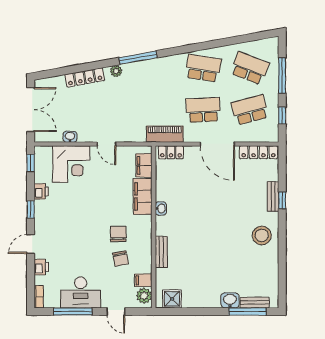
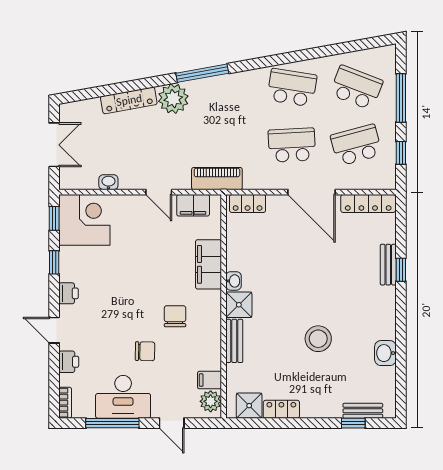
plant: (116, 71) -> (173, 99), width x1.87, depth x1.87
double door: (31, 110) -> (54, 145), width x0.73
piano: (165, 134) -> (217, 179), moved
corner desk: (71, 164) -> (84, 220), moved, turned -90
filing cabinet: (144, 165) -> (193, 205), moved, turned -90
printer: (41, 191) -> (69, 293), moved
window: (31, 209) -> (54, 262), moved
shower: (165, 226) -> (239, 305), added
stool: (262, 235) -> (318, 339), moved
door: (31, 244) -> (54, 330), hinge flipped
chair: (120, 259) -> (145, 351), moved, turned -78
washbasin: (230, 300) -> (385, 353), moved, turned -90
locker: (195, 302) -> (281, 409), added
window: (248, 312) -> (353, 423), width x0.46

